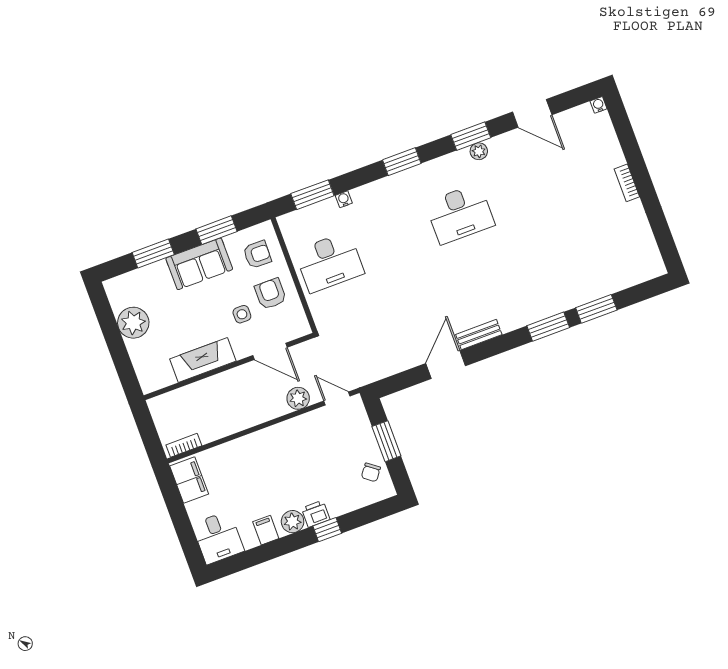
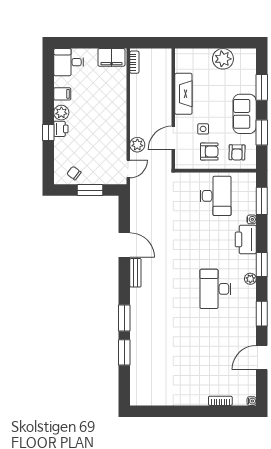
plant: (479, 151) -> (250, 279), moved
bookcase: (627, 183) -> (220, 401), moved
printer: (375, 197) -> (246, 239), added
desk: (329, 262) -> (215, 196), turned 180

